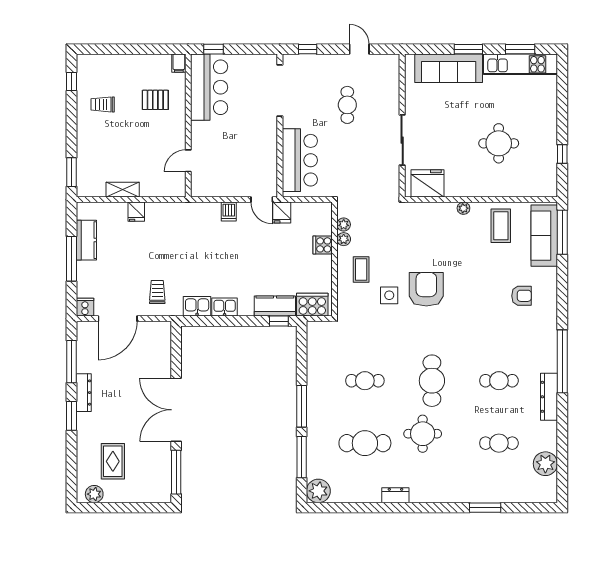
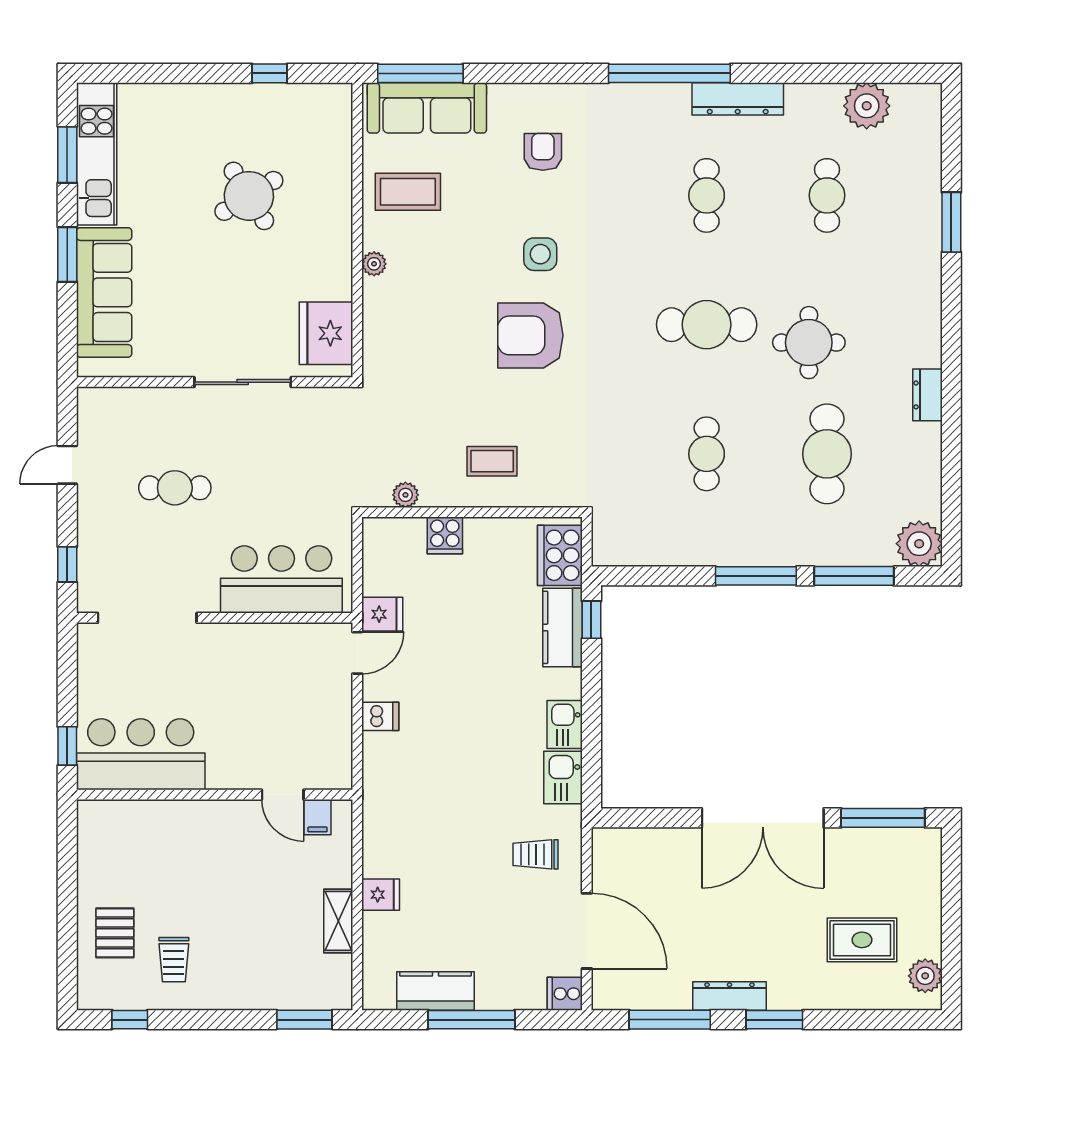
filing cabinet: (179, 63) -> (318, 817), moved, turned 90
pallet: (155, 100) -> (115, 933), moved
round table: (499, 143) -> (249, 196), turned -32
plant: (344, 239) -> (434, 495), removed
side table: (389, 295) -> (540, 254), moved

